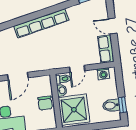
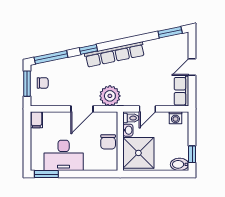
window: (17, 22) -> (88, 49), added
door: (113, 26) -> (192, 67), hinge flipped
plant: (42, 61) -> (110, 96), added
bidet: (111, 105) -> (180, 164), moved

